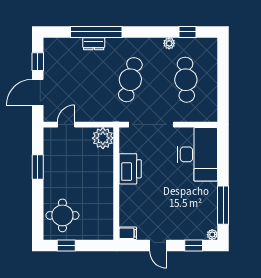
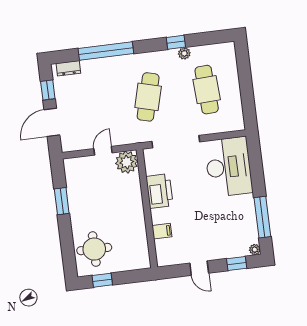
window: (187, 32) -> (176, 42), moved
dresser: (94, 44) -> (68, 68), moved
door: (66, 125) -> (103, 151), moved
filing cabinet: (128, 233) -> (162, 231), moved

